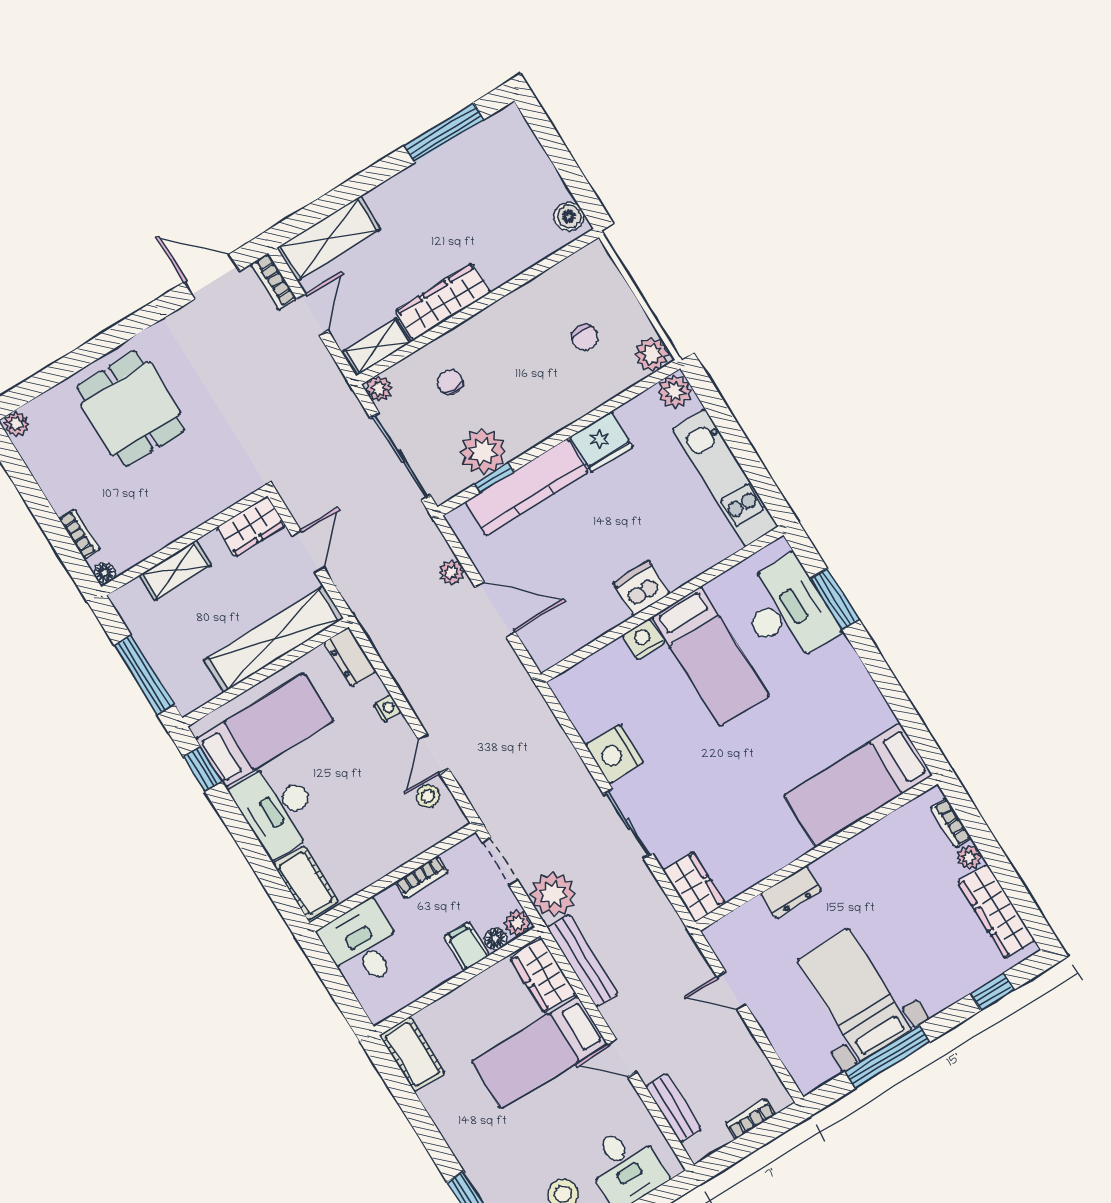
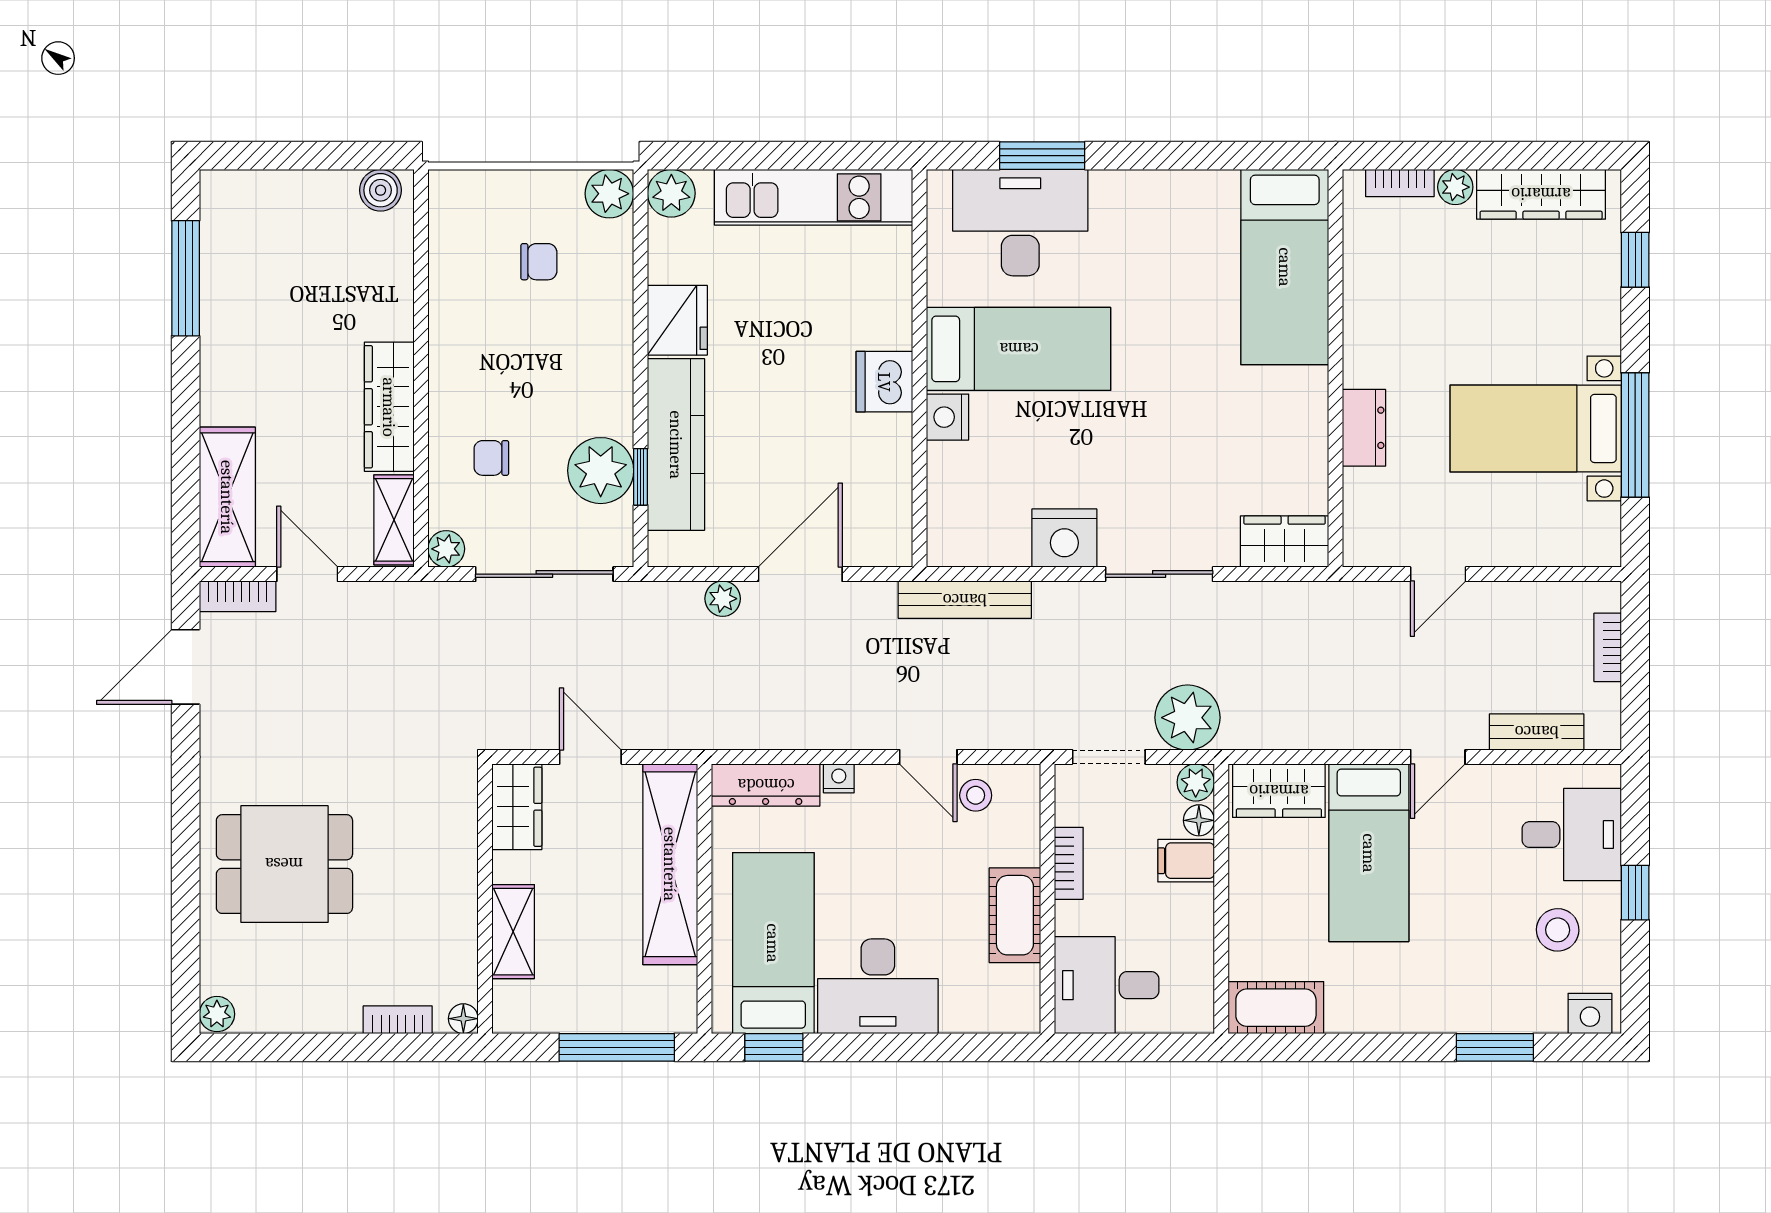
dresser: (350, 657) -> (766, 785), width x1.44
cot: (306, 883) -> (1015, 915), moved, turned 90
bench: (583, 961) -> (965, 600), moved

